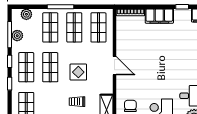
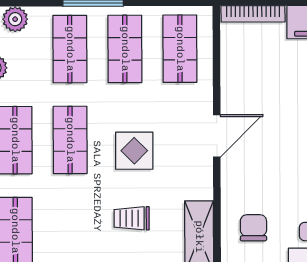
door: (114, 66) -> (217, 136), hinge flipped

